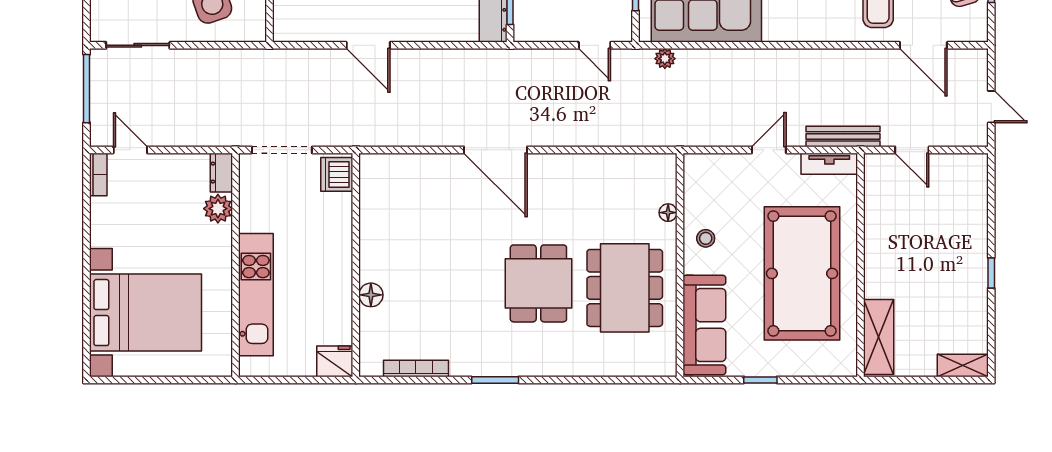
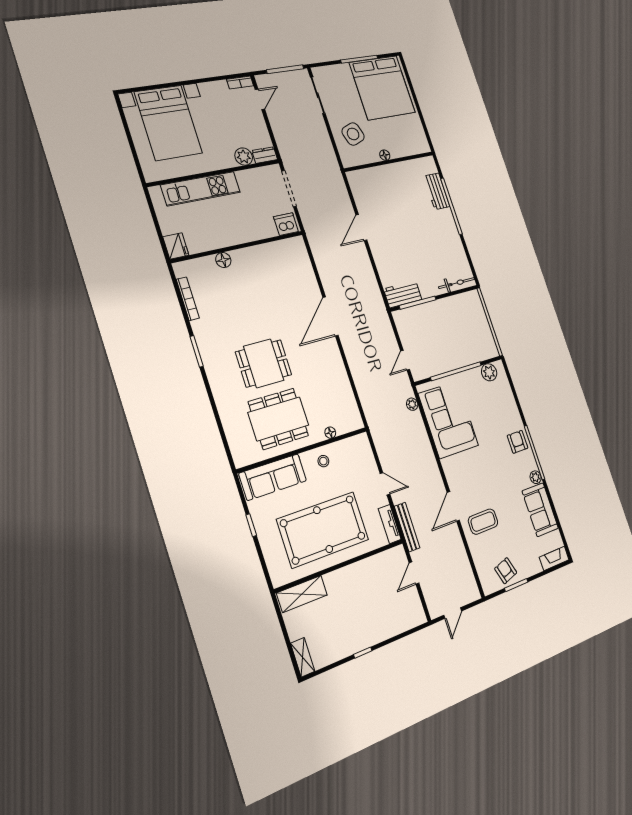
door: (923, 45) -> (453, 506), moved

